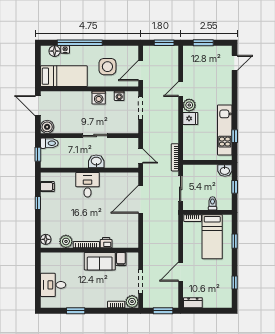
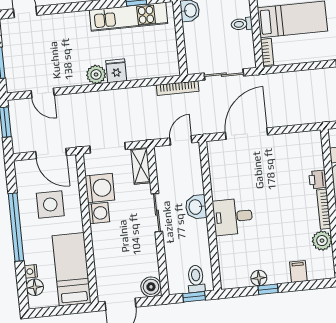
window: (80, 43) -> (16, 227), moved
door: (181, 89) -> (43, 93), moved
washing machine: (119, 96) -> (100, 188), width x1.89, depth x1.89
shelving: (127, 128) -> (141, 166), added
toilet: (49, 143) -> (196, 279), moved
filing cabinet: (47, 187) -> (298, 271), moved
door: (141, 199) -> (247, 134), swing flipped
floor lamp: (46, 239) -> (259, 278), moved

